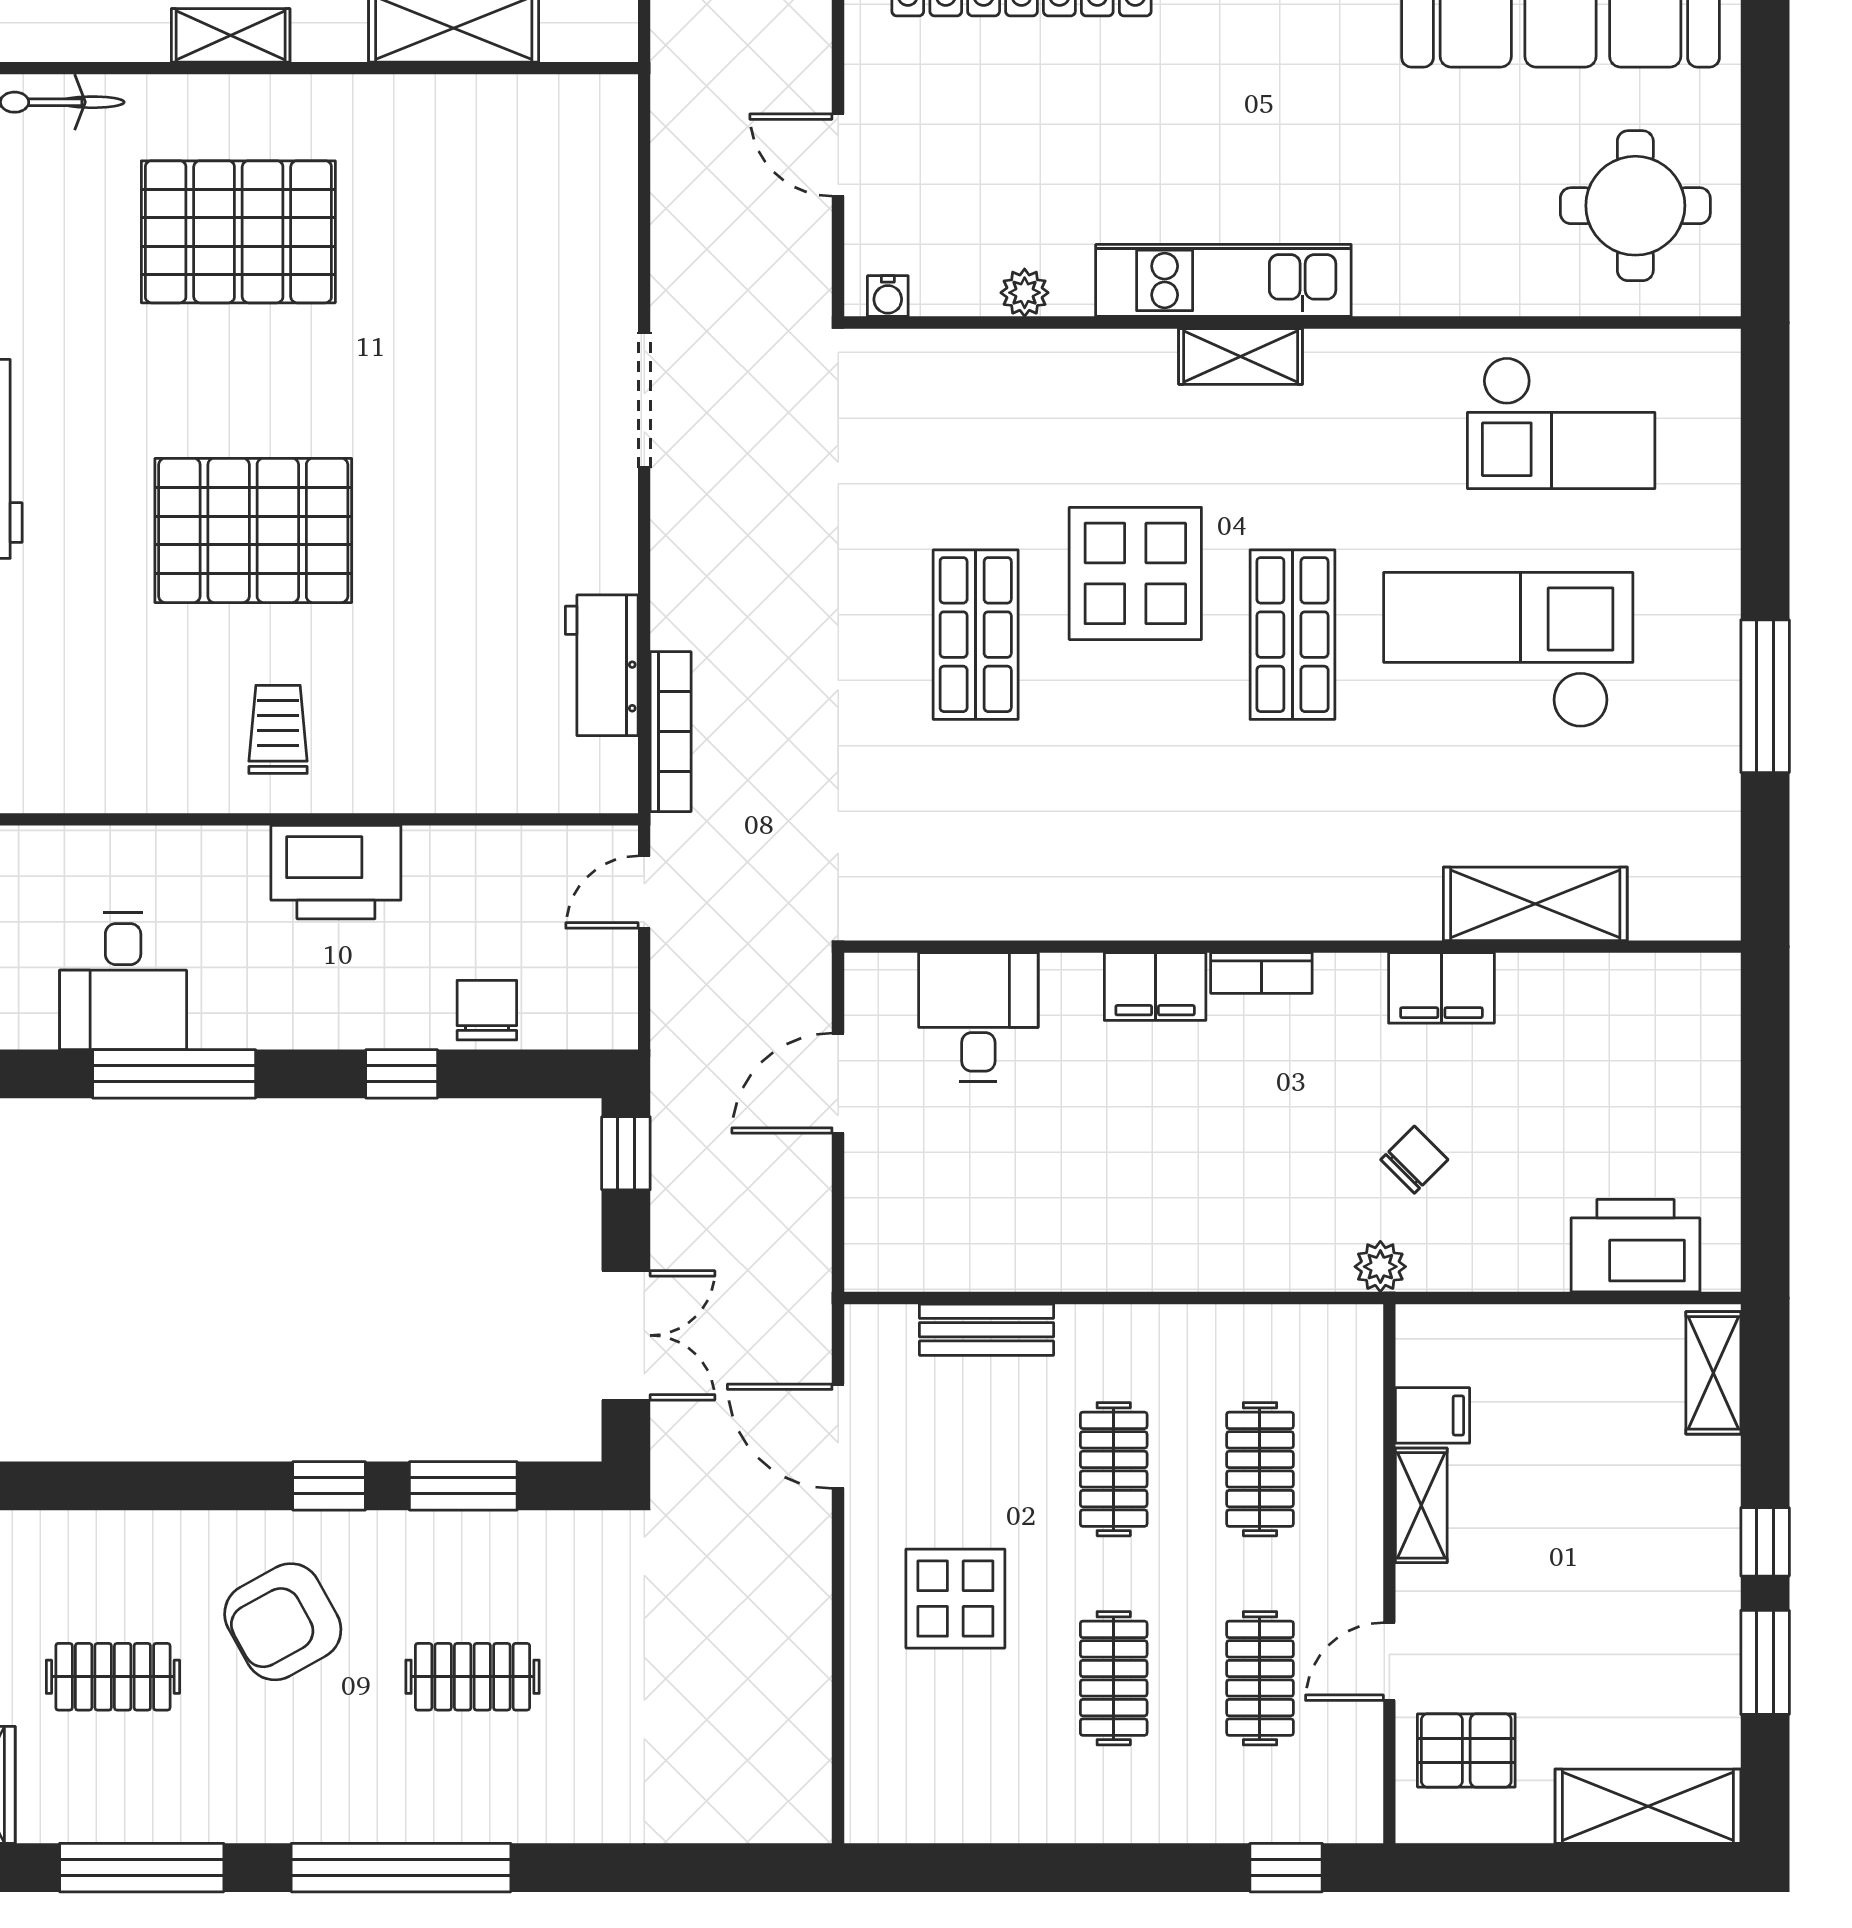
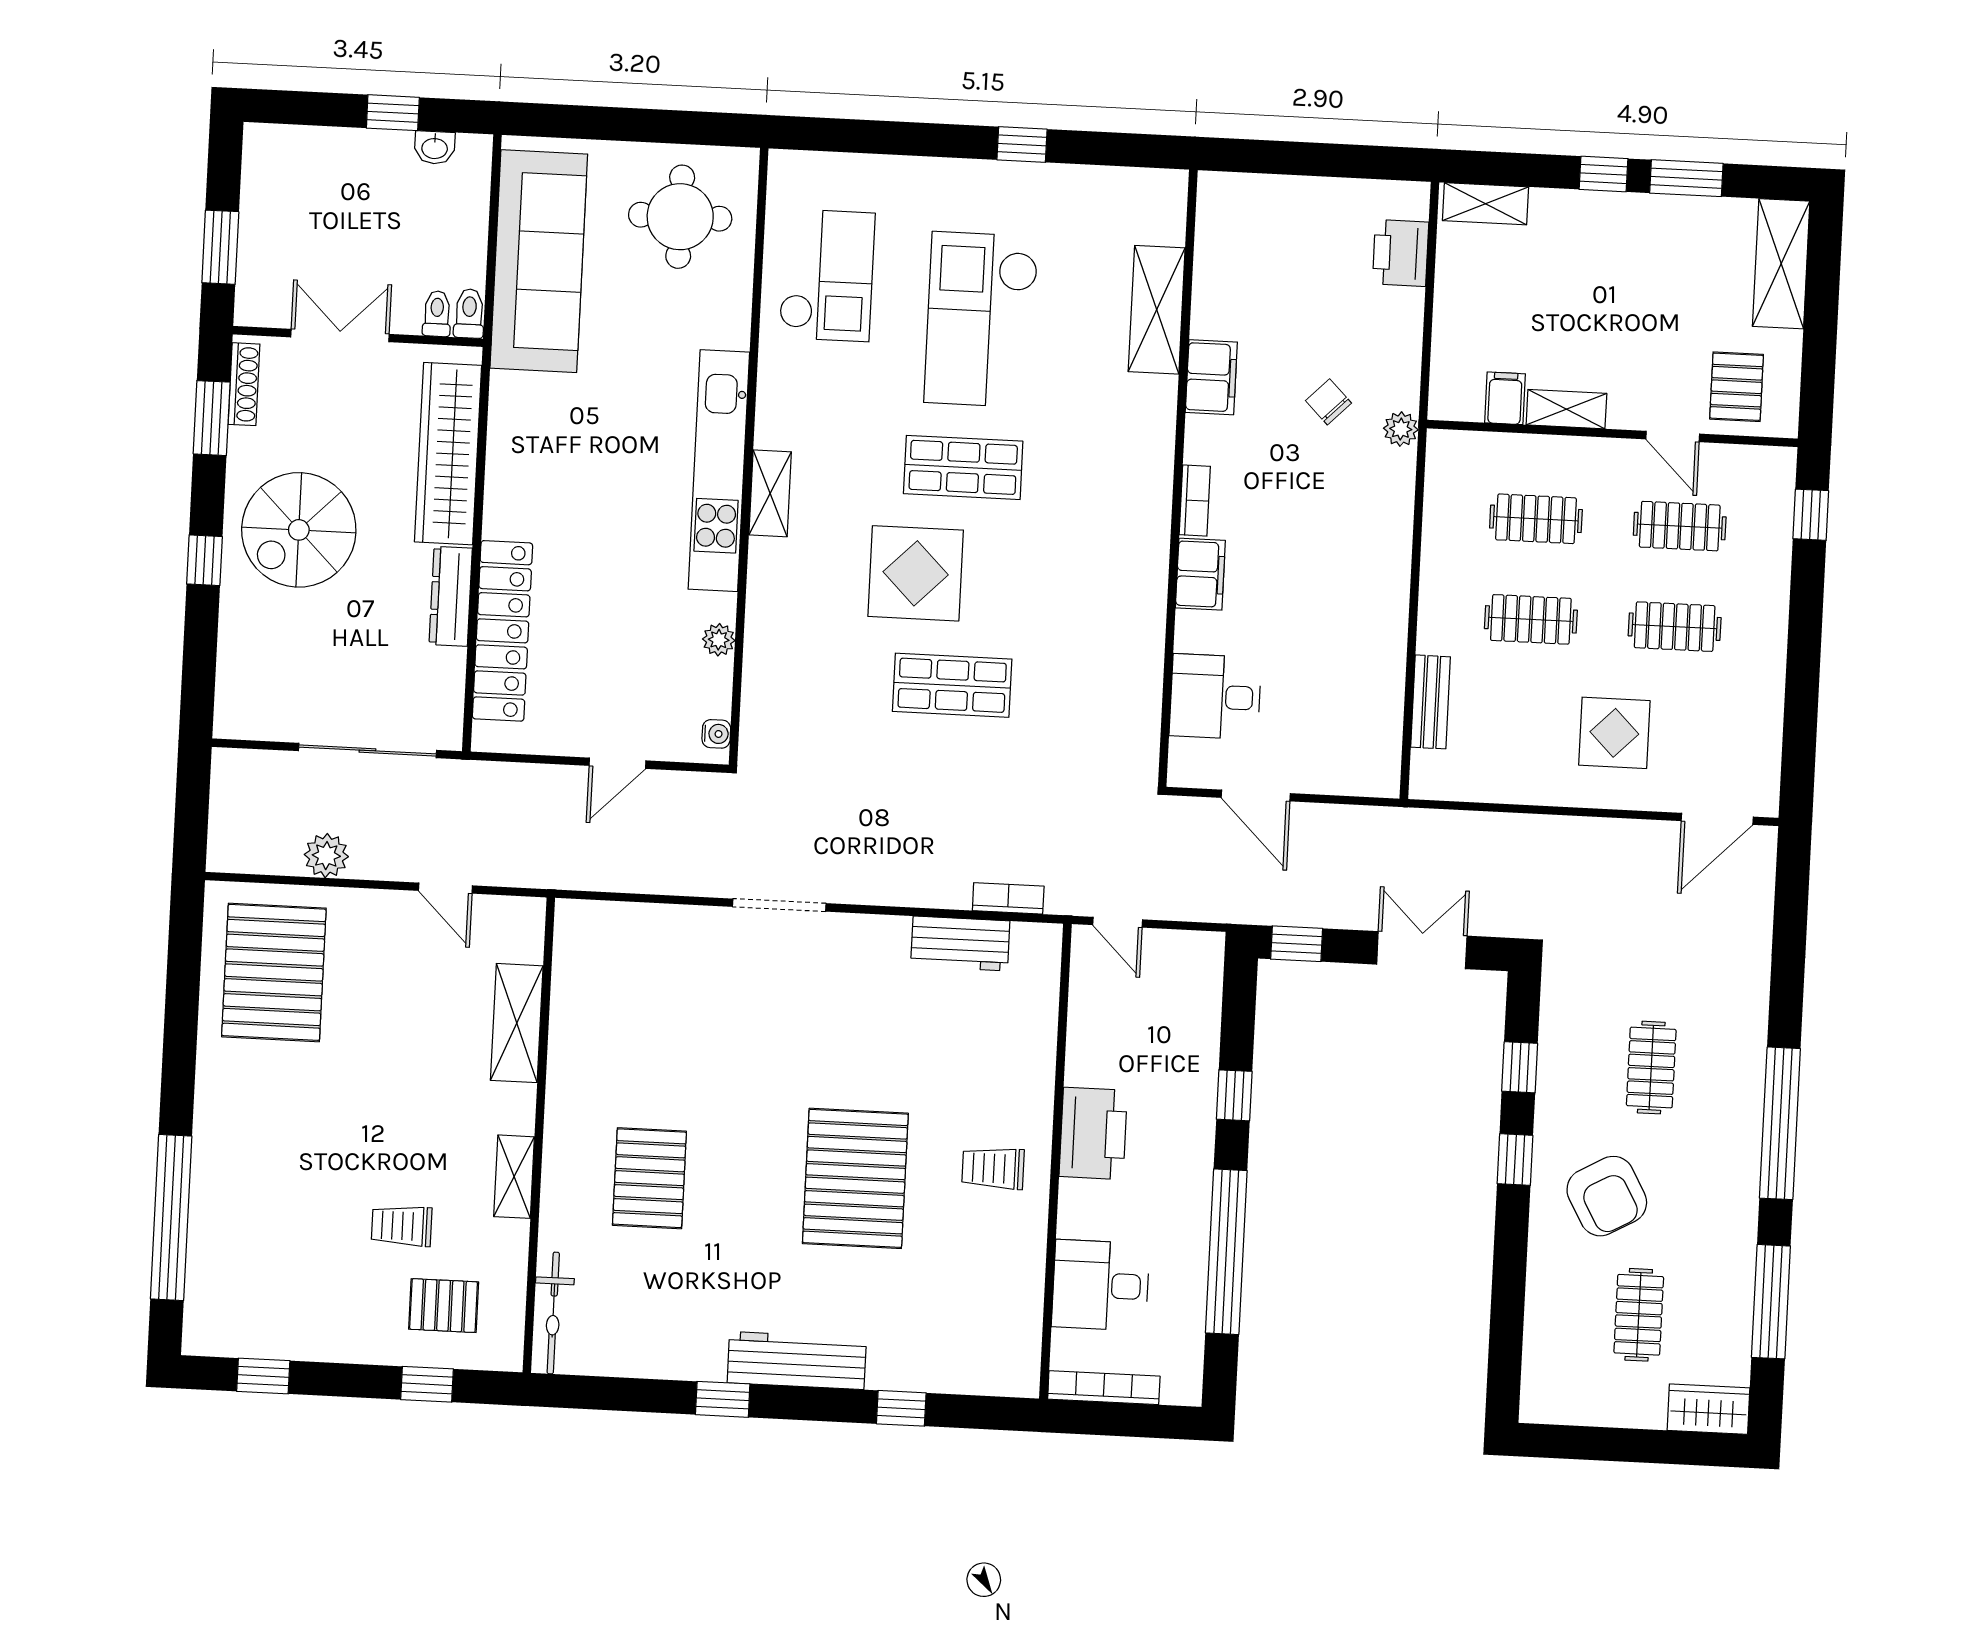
pallet: (238, 232) -> (649, 1178), width x0.73, depth x0.71
kitchen unit: (1223, 280) -> (719, 471), width x1.36
window: (1765, 696) -> (1022, 145), width x0.46
bookcase: (671, 732) -> (1008, 898), width x0.64
desk: (123, 981) -> (1101, 1285), moved, turned 180
chair: (487, 1010) -> (1193, 1034), removed
window: (174, 1074) -> (1226, 1252), width x1.46
printer: (1635, 1246) -> (1401, 253), width x0.73, depth x0.84
door: (838, 1436) -> (1717, 819), moved
window: (463, 1486) -> (1520, 1067), width x0.67

